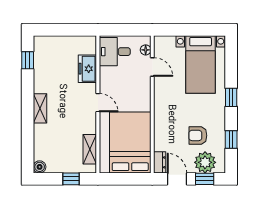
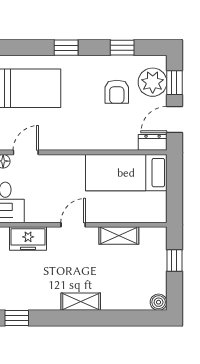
bed: (130, 143) -> (126, 173), width x0.67
shelving: (90, 149) -> (119, 236), moved

